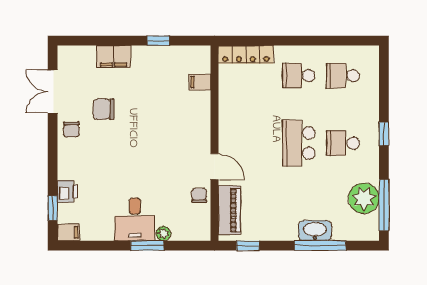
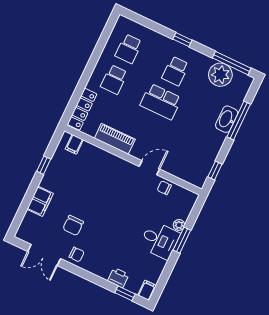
filing cabinet: (200, 82) -> (74, 144), moved
piano: (229, 210) -> (115, 139), moved

